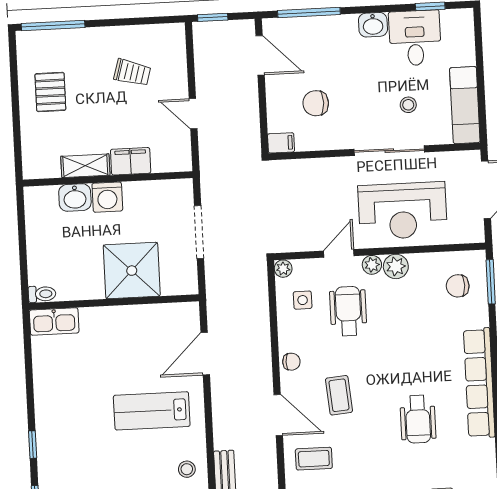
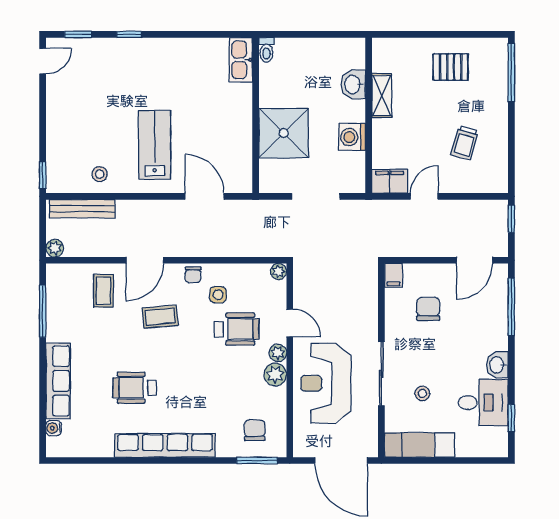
filing cabinet: (131, 161) -> (390, 181), moved, turned -90
washing machine: (107, 197) -> (352, 137), moved
side table: (303, 300) -> (218, 295), moved

